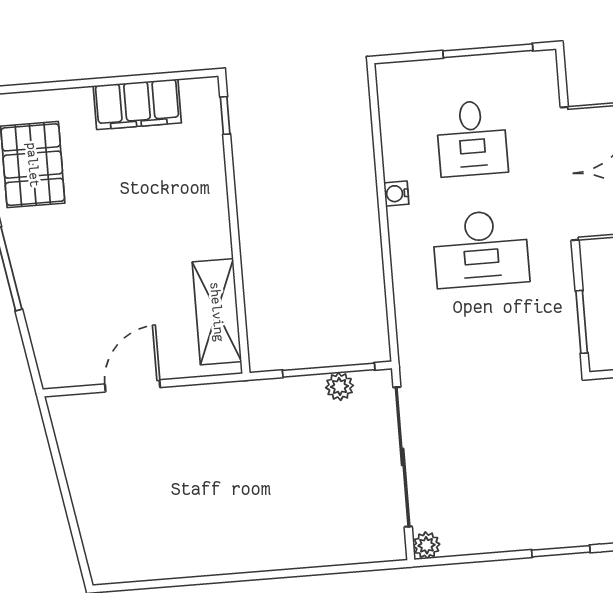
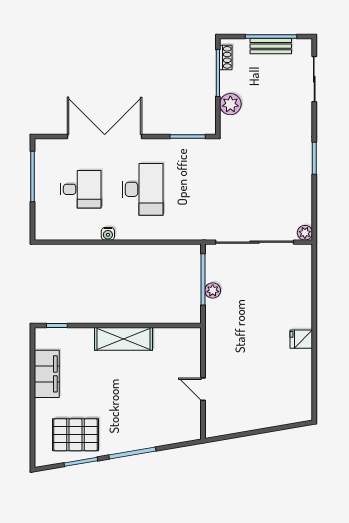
shelving: (217, 312) -> (123, 339), moved
door: (132, 386) -> (203, 389), width x0.73
plant: (340, 386) -> (213, 291), moved
fridge: (236, 554) -> (301, 339), added

